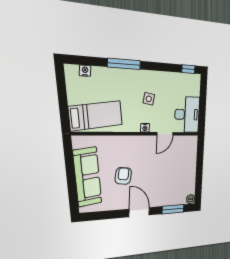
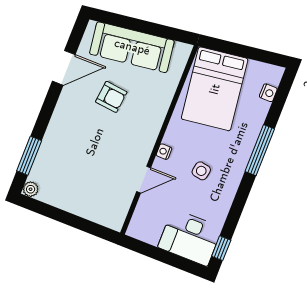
desk: (187, 114) -> (190, 237), moved
bed: (96, 116) -> (215, 89), width x1.50
door: (165, 134) -> (144, 180), swing flipped
door: (139, 212) -> (64, 68), moved

